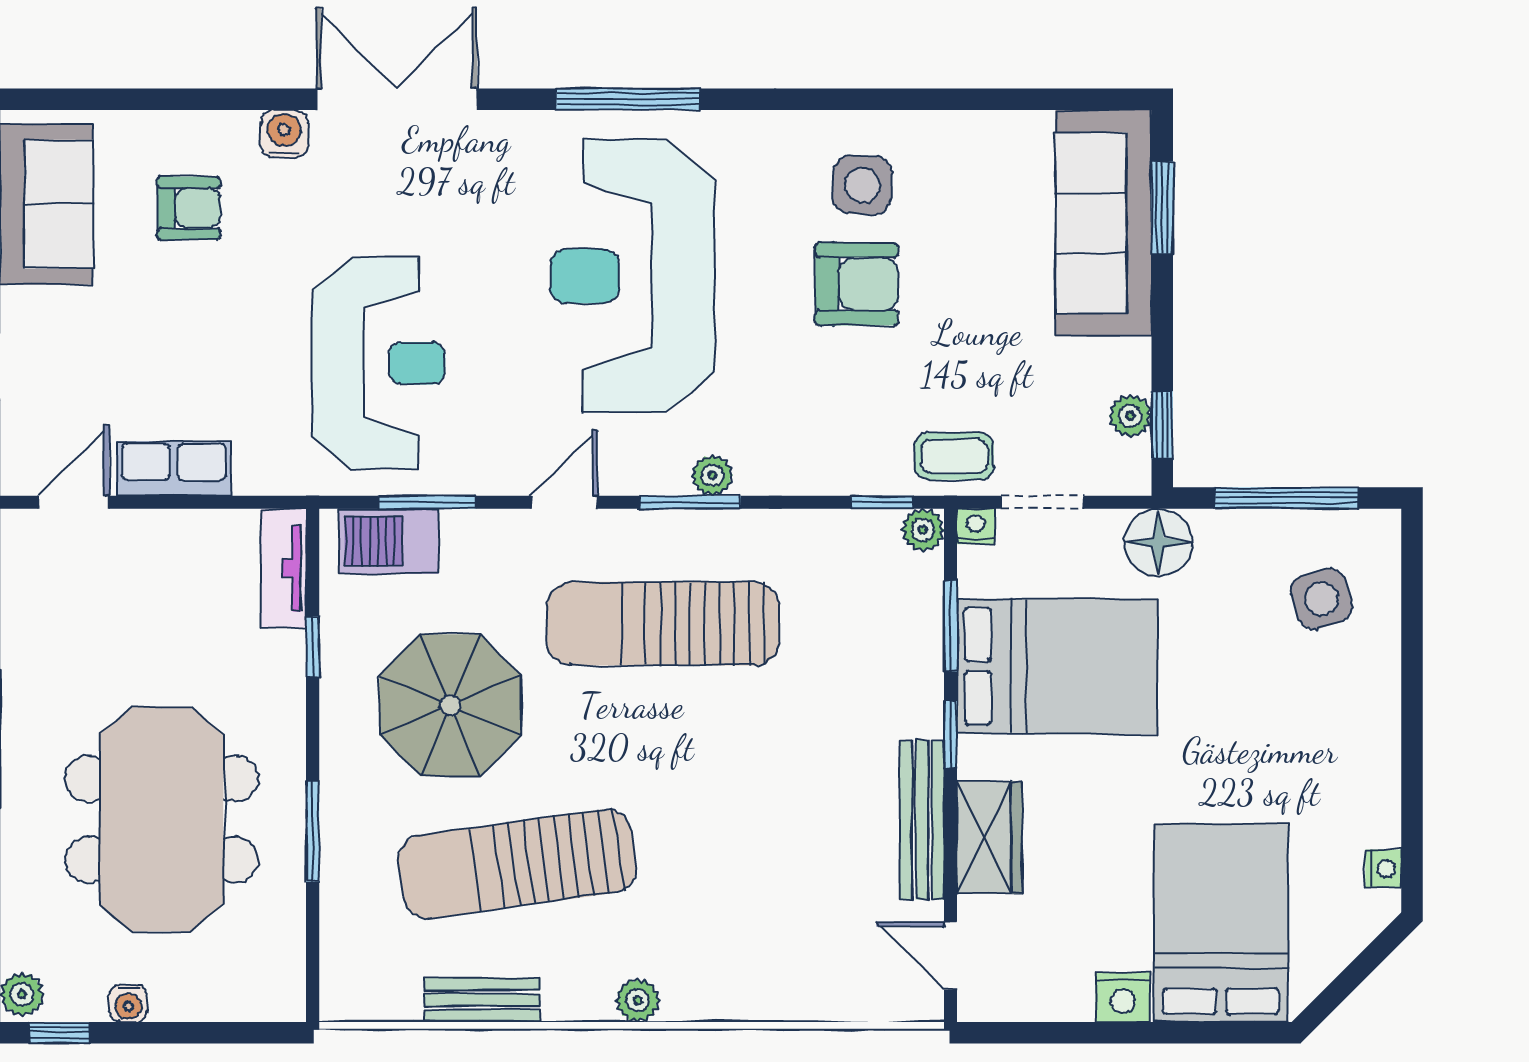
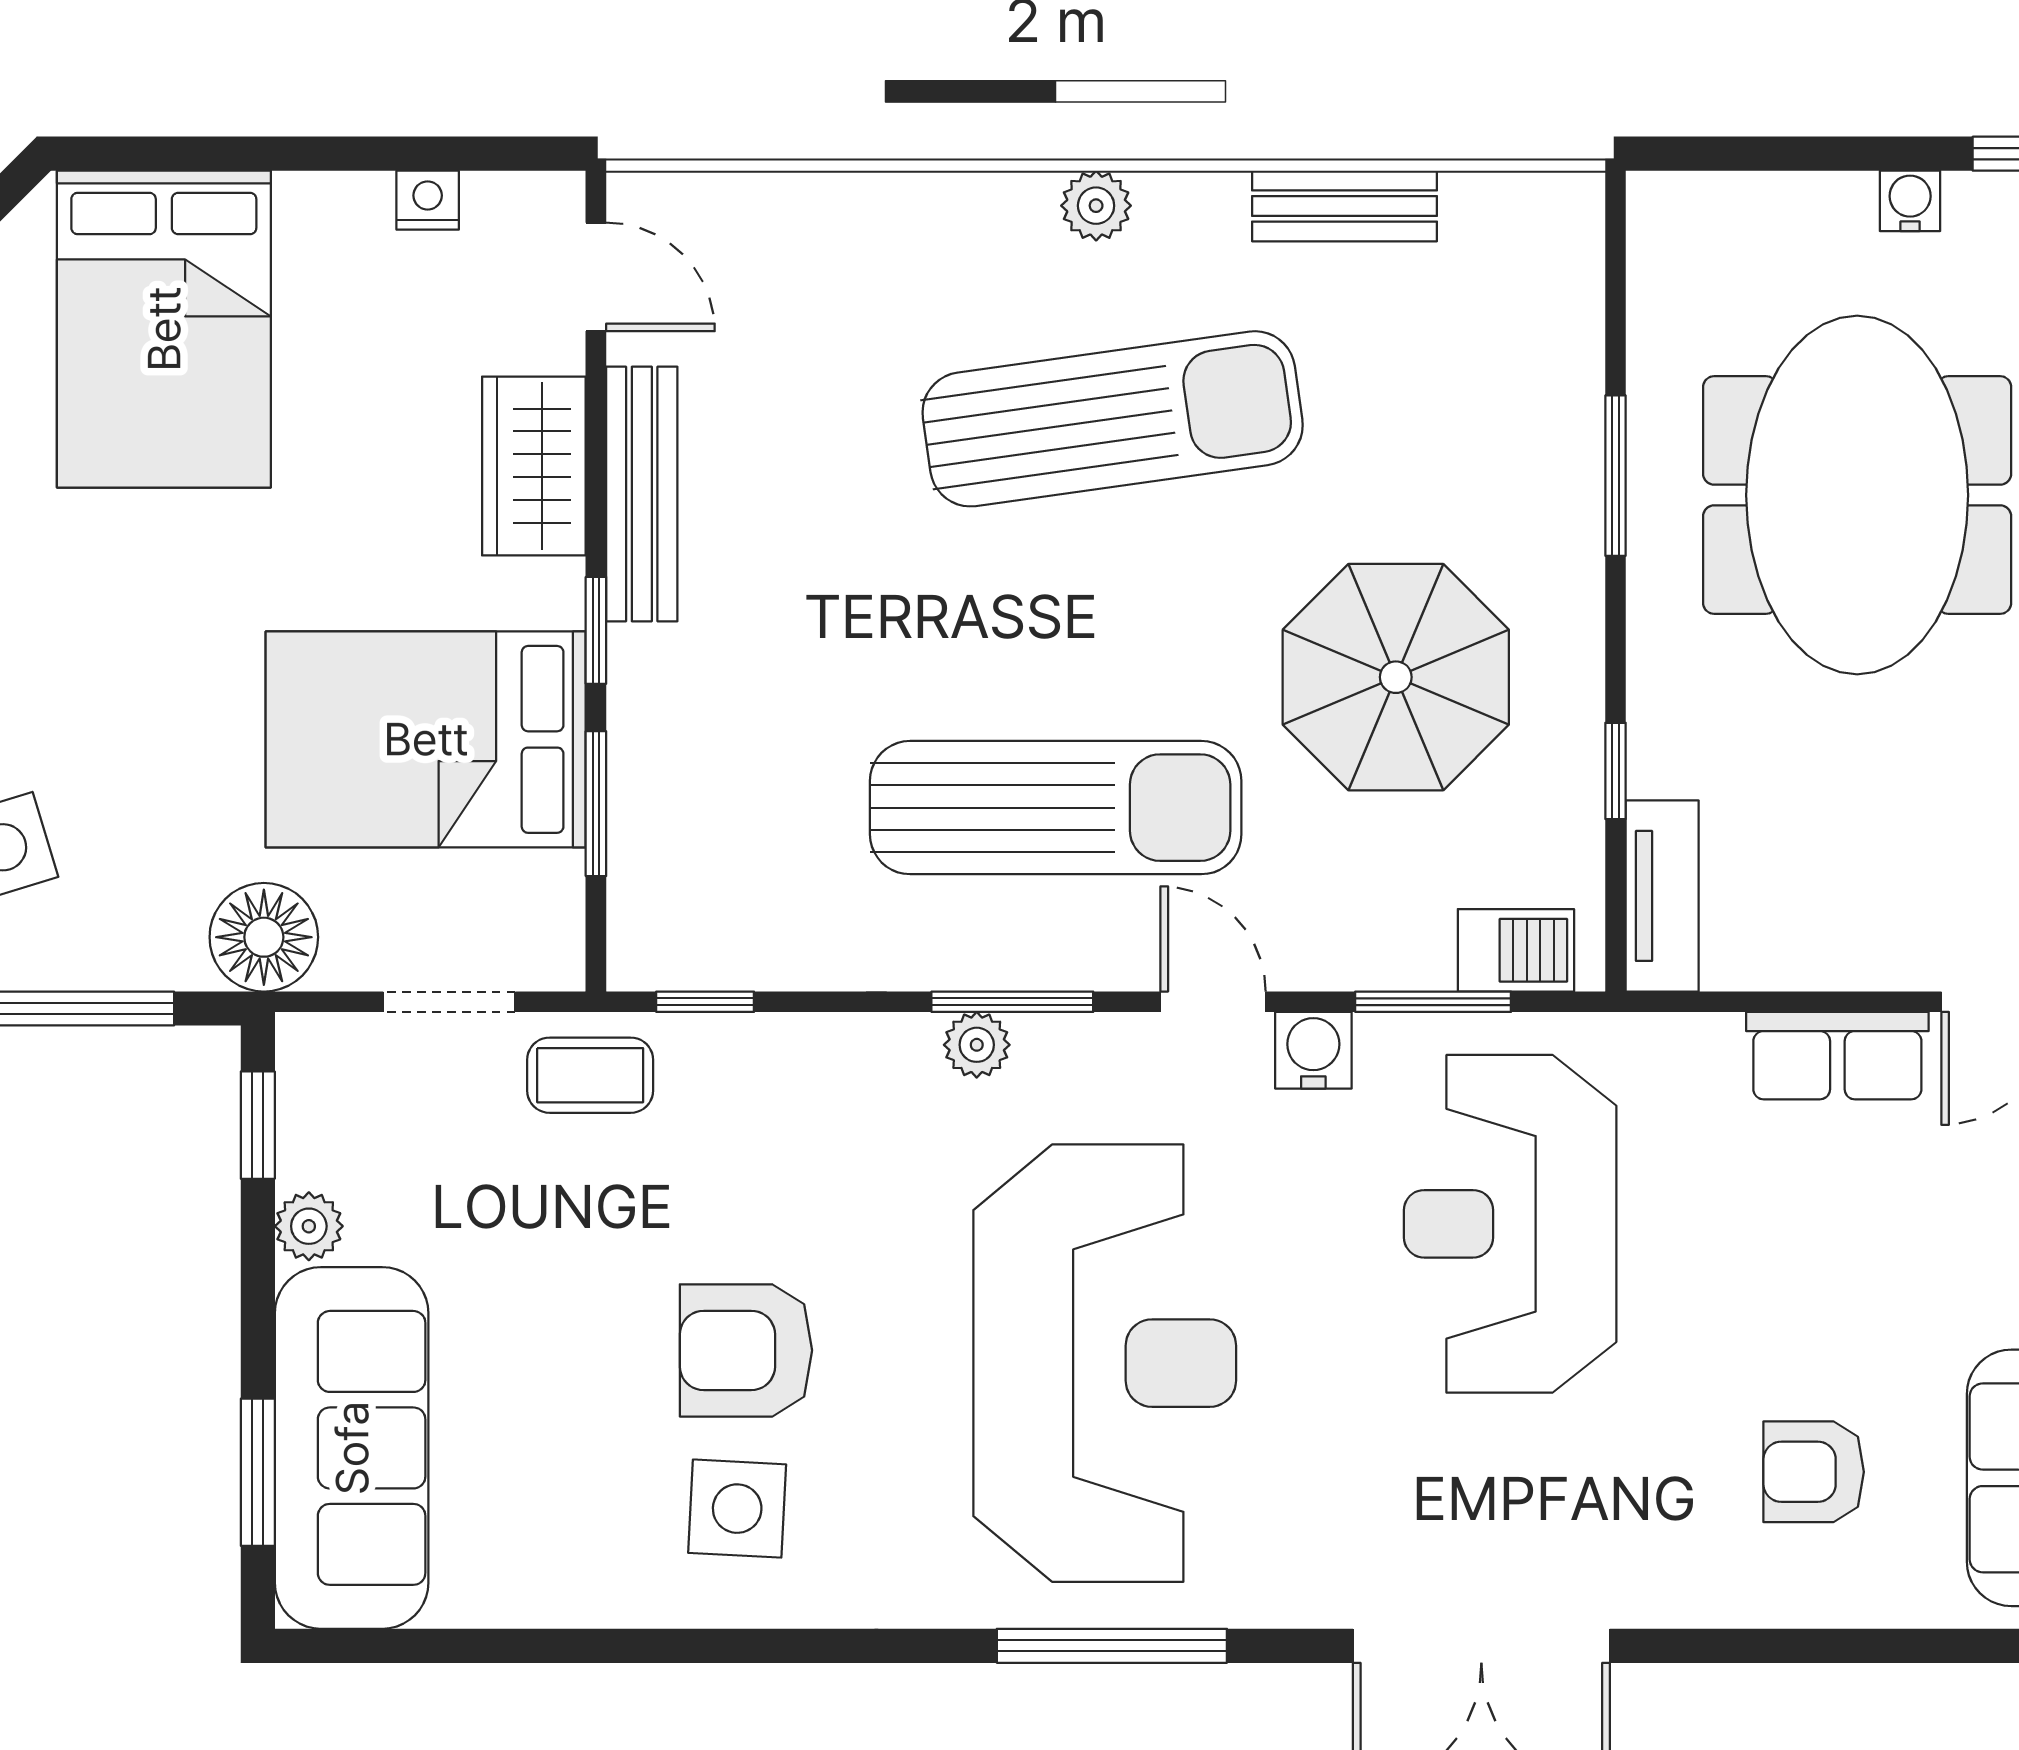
water cooler: (284, 134) -> (1313, 1050), moved, turned 180
plant: (1130, 416) -> (309, 1226), moved
door: (564, 502) -> (1213, 1002), swing flipped
nightstand: (976, 526) -> (556, 963), removed
plant: (923, 530) -> (640, 957), removed
barbecue: (389, 541) -> (1516, 950), width x0.73, depth x0.79
sun lounger: (517, 864) -> (1113, 419), moved
nightstand: (1123, 997) -> (428, 200), moved, width x0.72, depth x0.74

